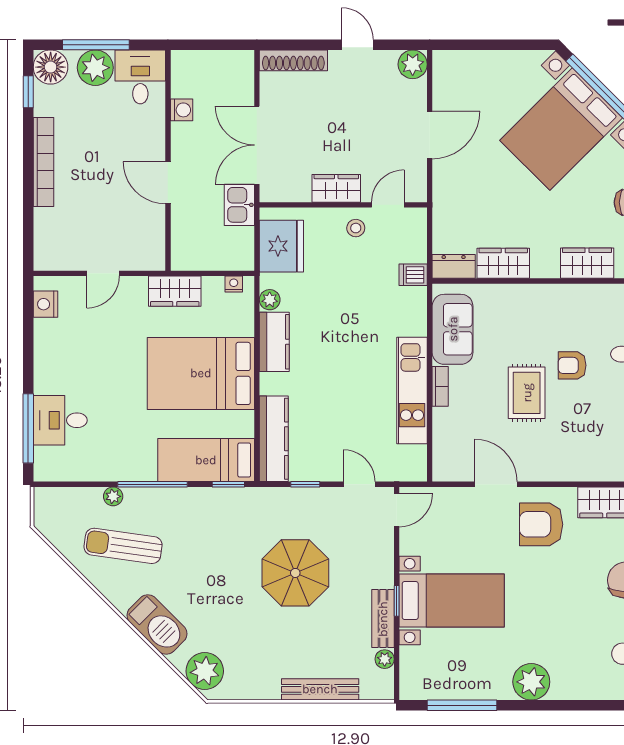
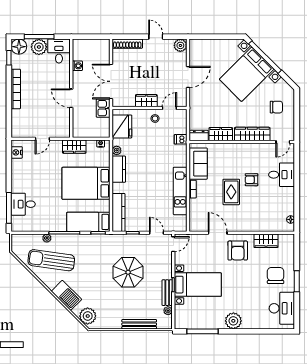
wardrobe: (587, 263) -> (252, 134), width x1.50
armchair: (541, 524) -> (238, 251), turned -90
sun lounger: (123, 546) -> (51, 260), width x1.36, depth x1.34

